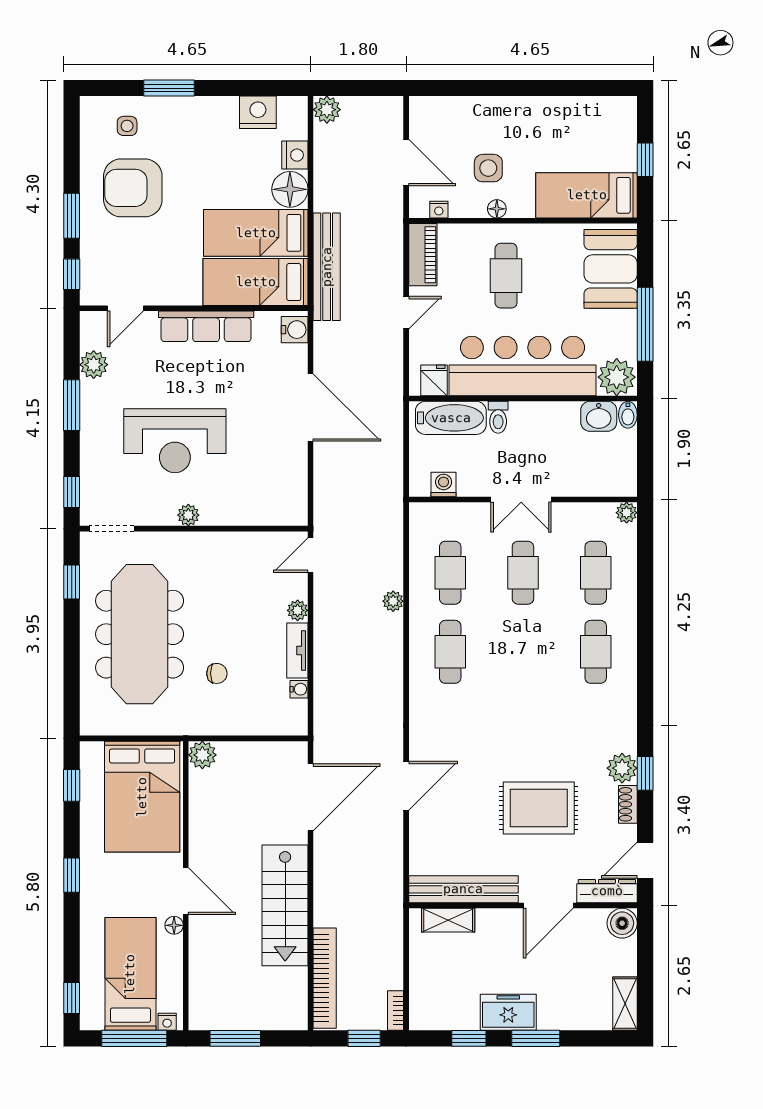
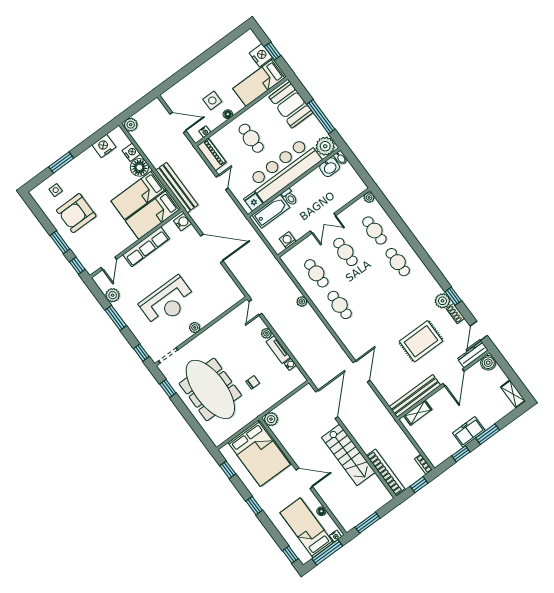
nightstand: (621, 152) -> (261, 55), added
floor lamp: (174, 925) -> (321, 511), moved

